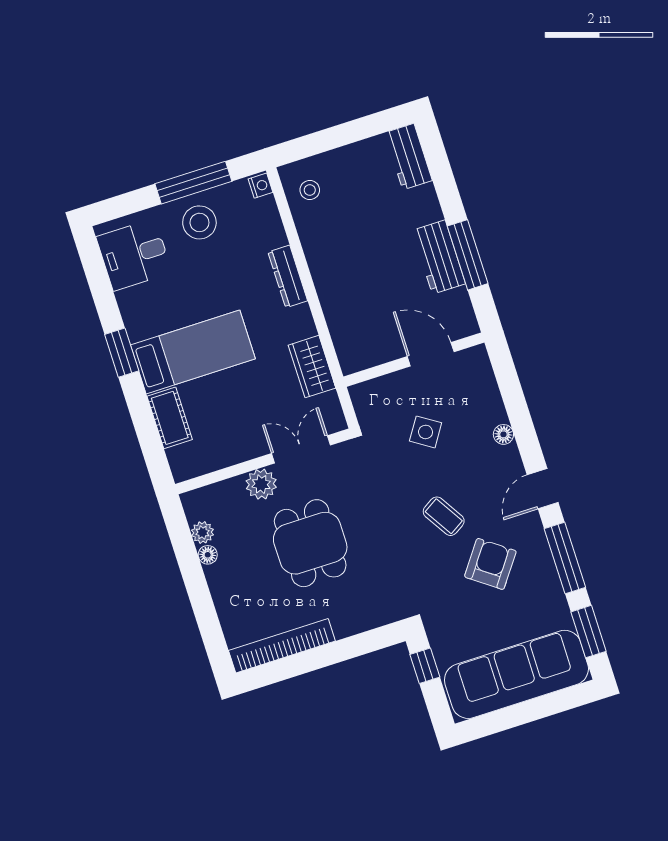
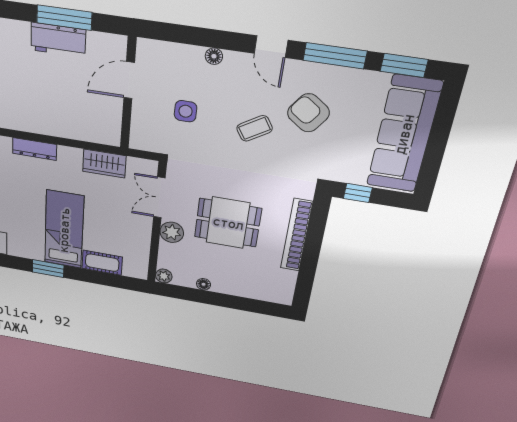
side table: (426, 432) -> (186, 111), turned -33
plant: (203, 532) -> (164, 276), moved
bookcase: (282, 646) -> (296, 235), moved

